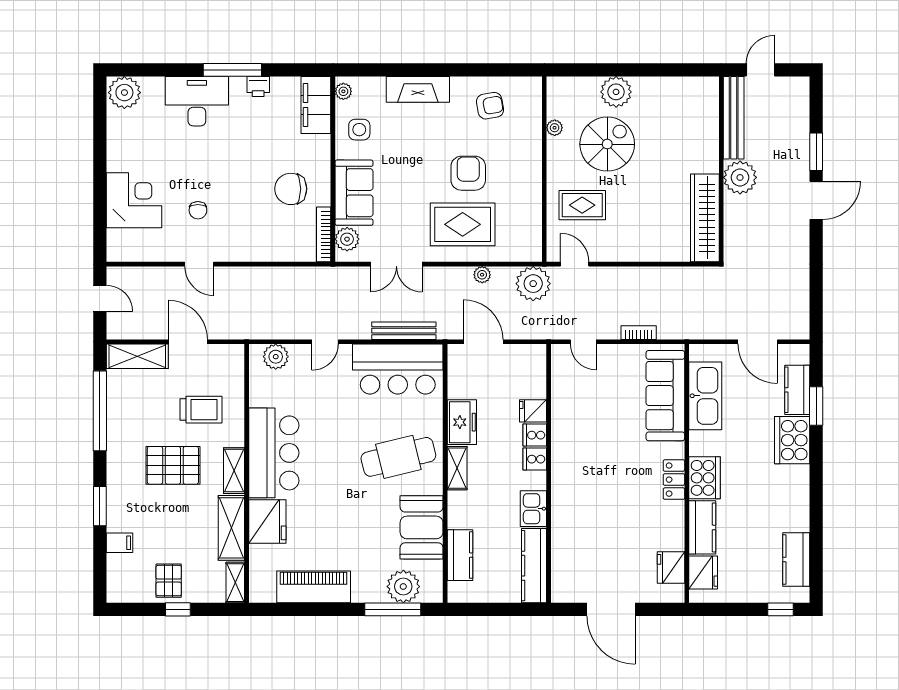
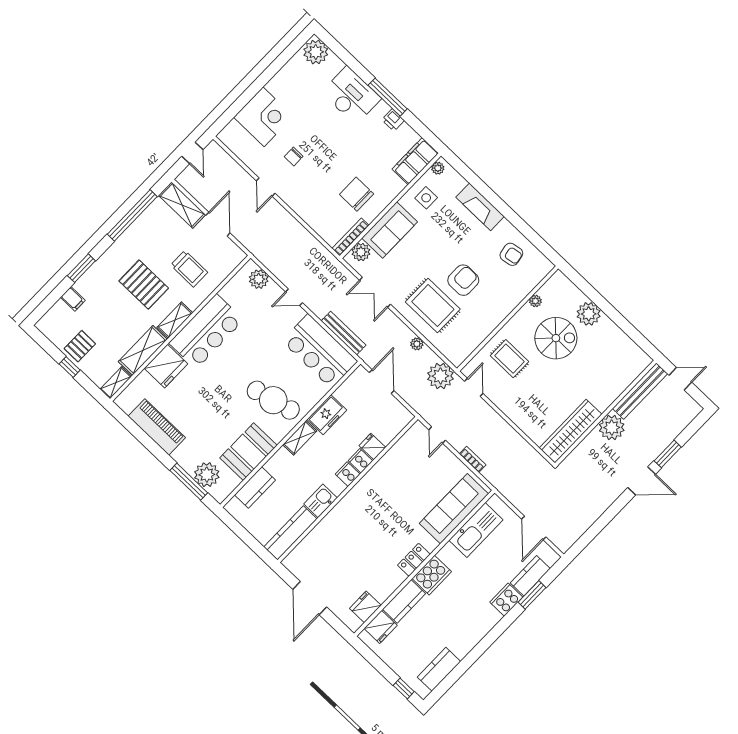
cooker: (792, 440) -> (506, 600), width x0.73, depth x0.76

